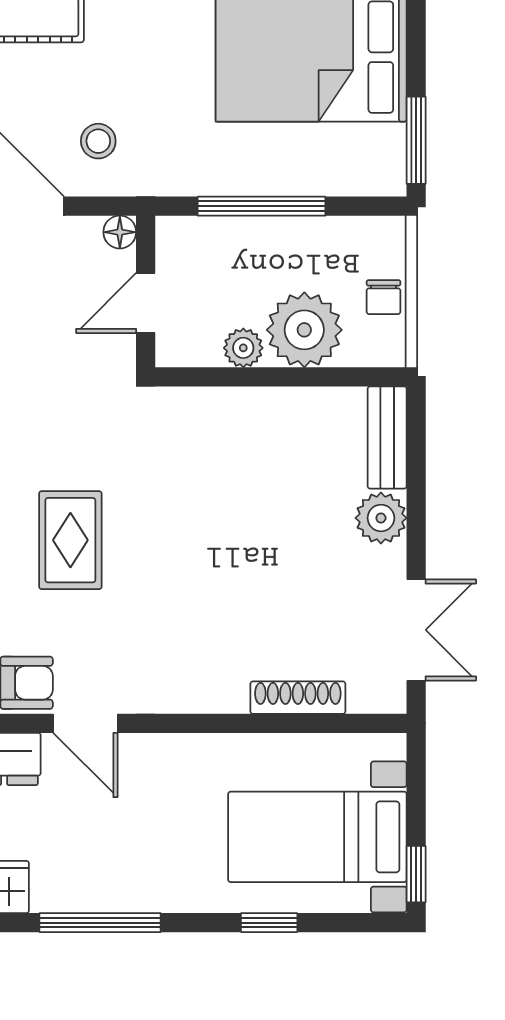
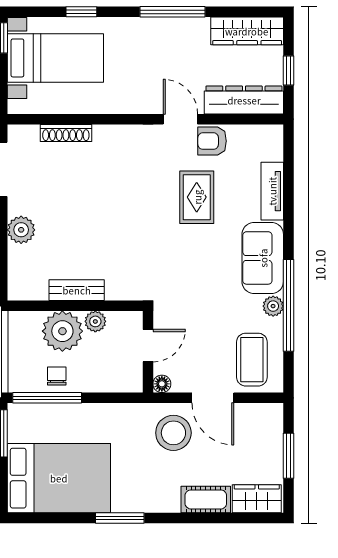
stool: (98, 141) -> (173, 433), width x1.89, depth x1.89
window: (262, 206) -> (47, 398), moved
chair: (384, 297) -> (57, 376), moved
bench: (387, 438) -> (77, 290), moved, turned 90
rug: (70, 540) -> (197, 197), moved

